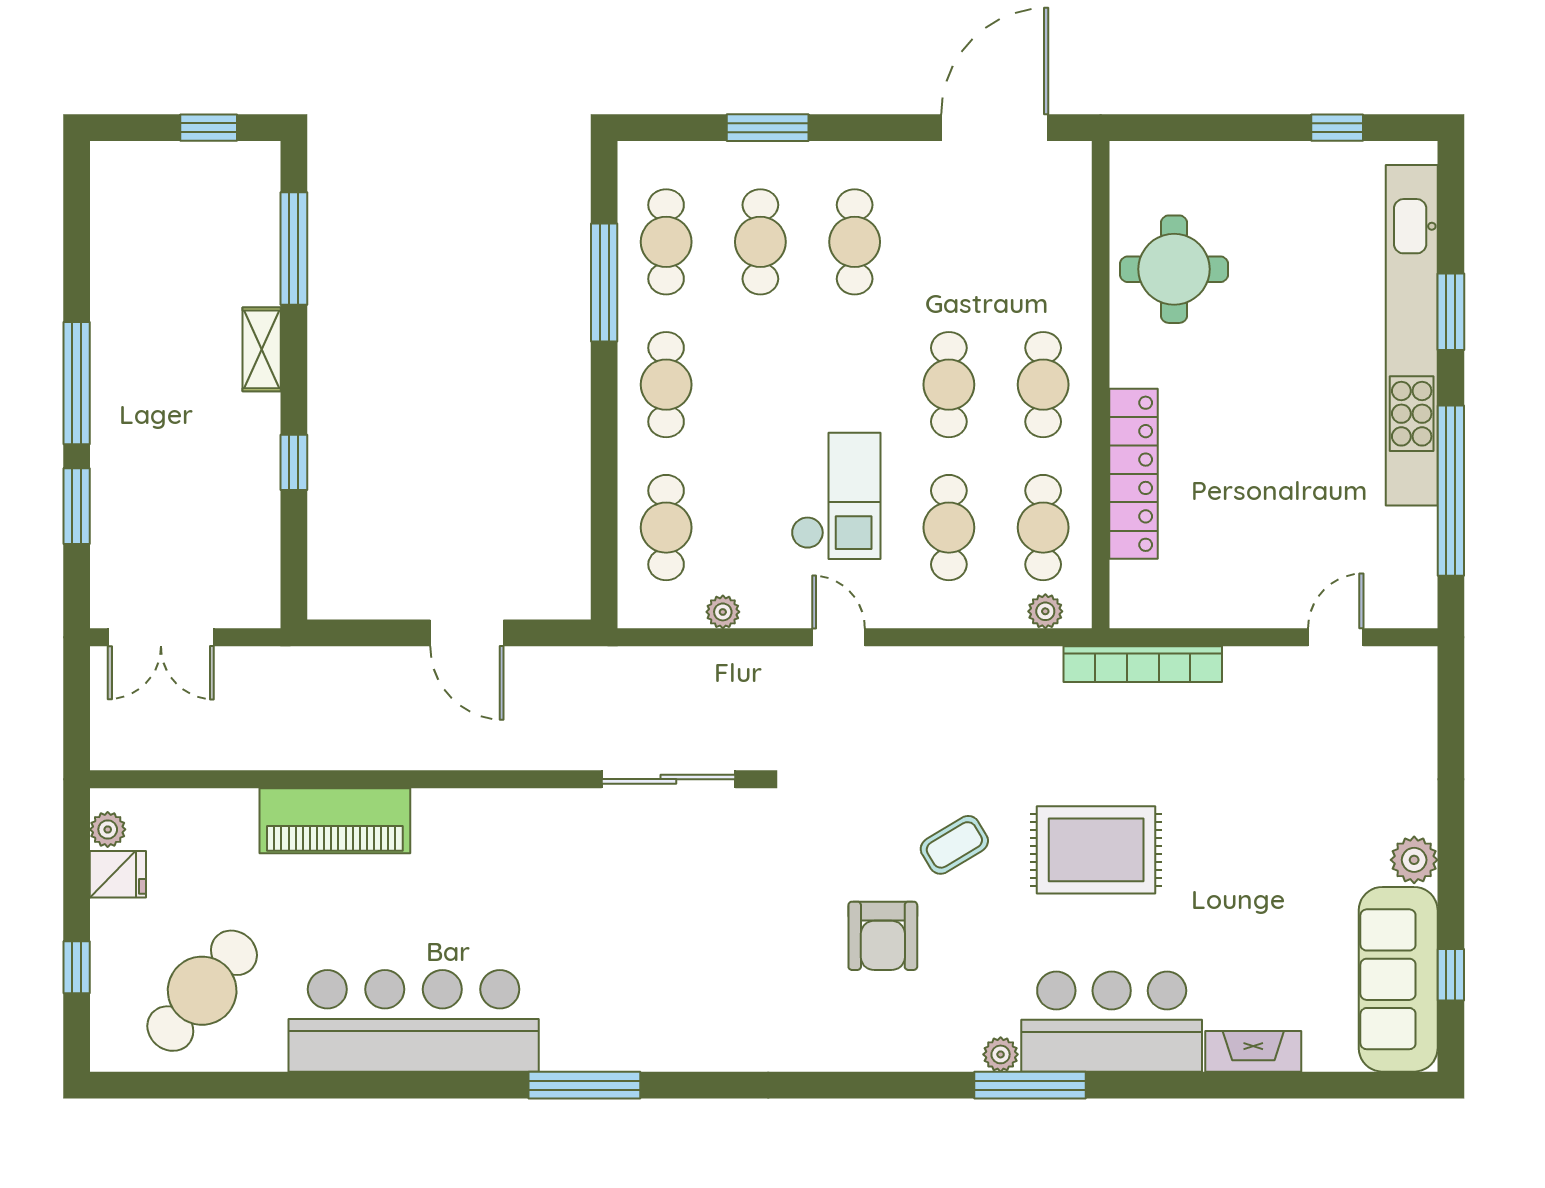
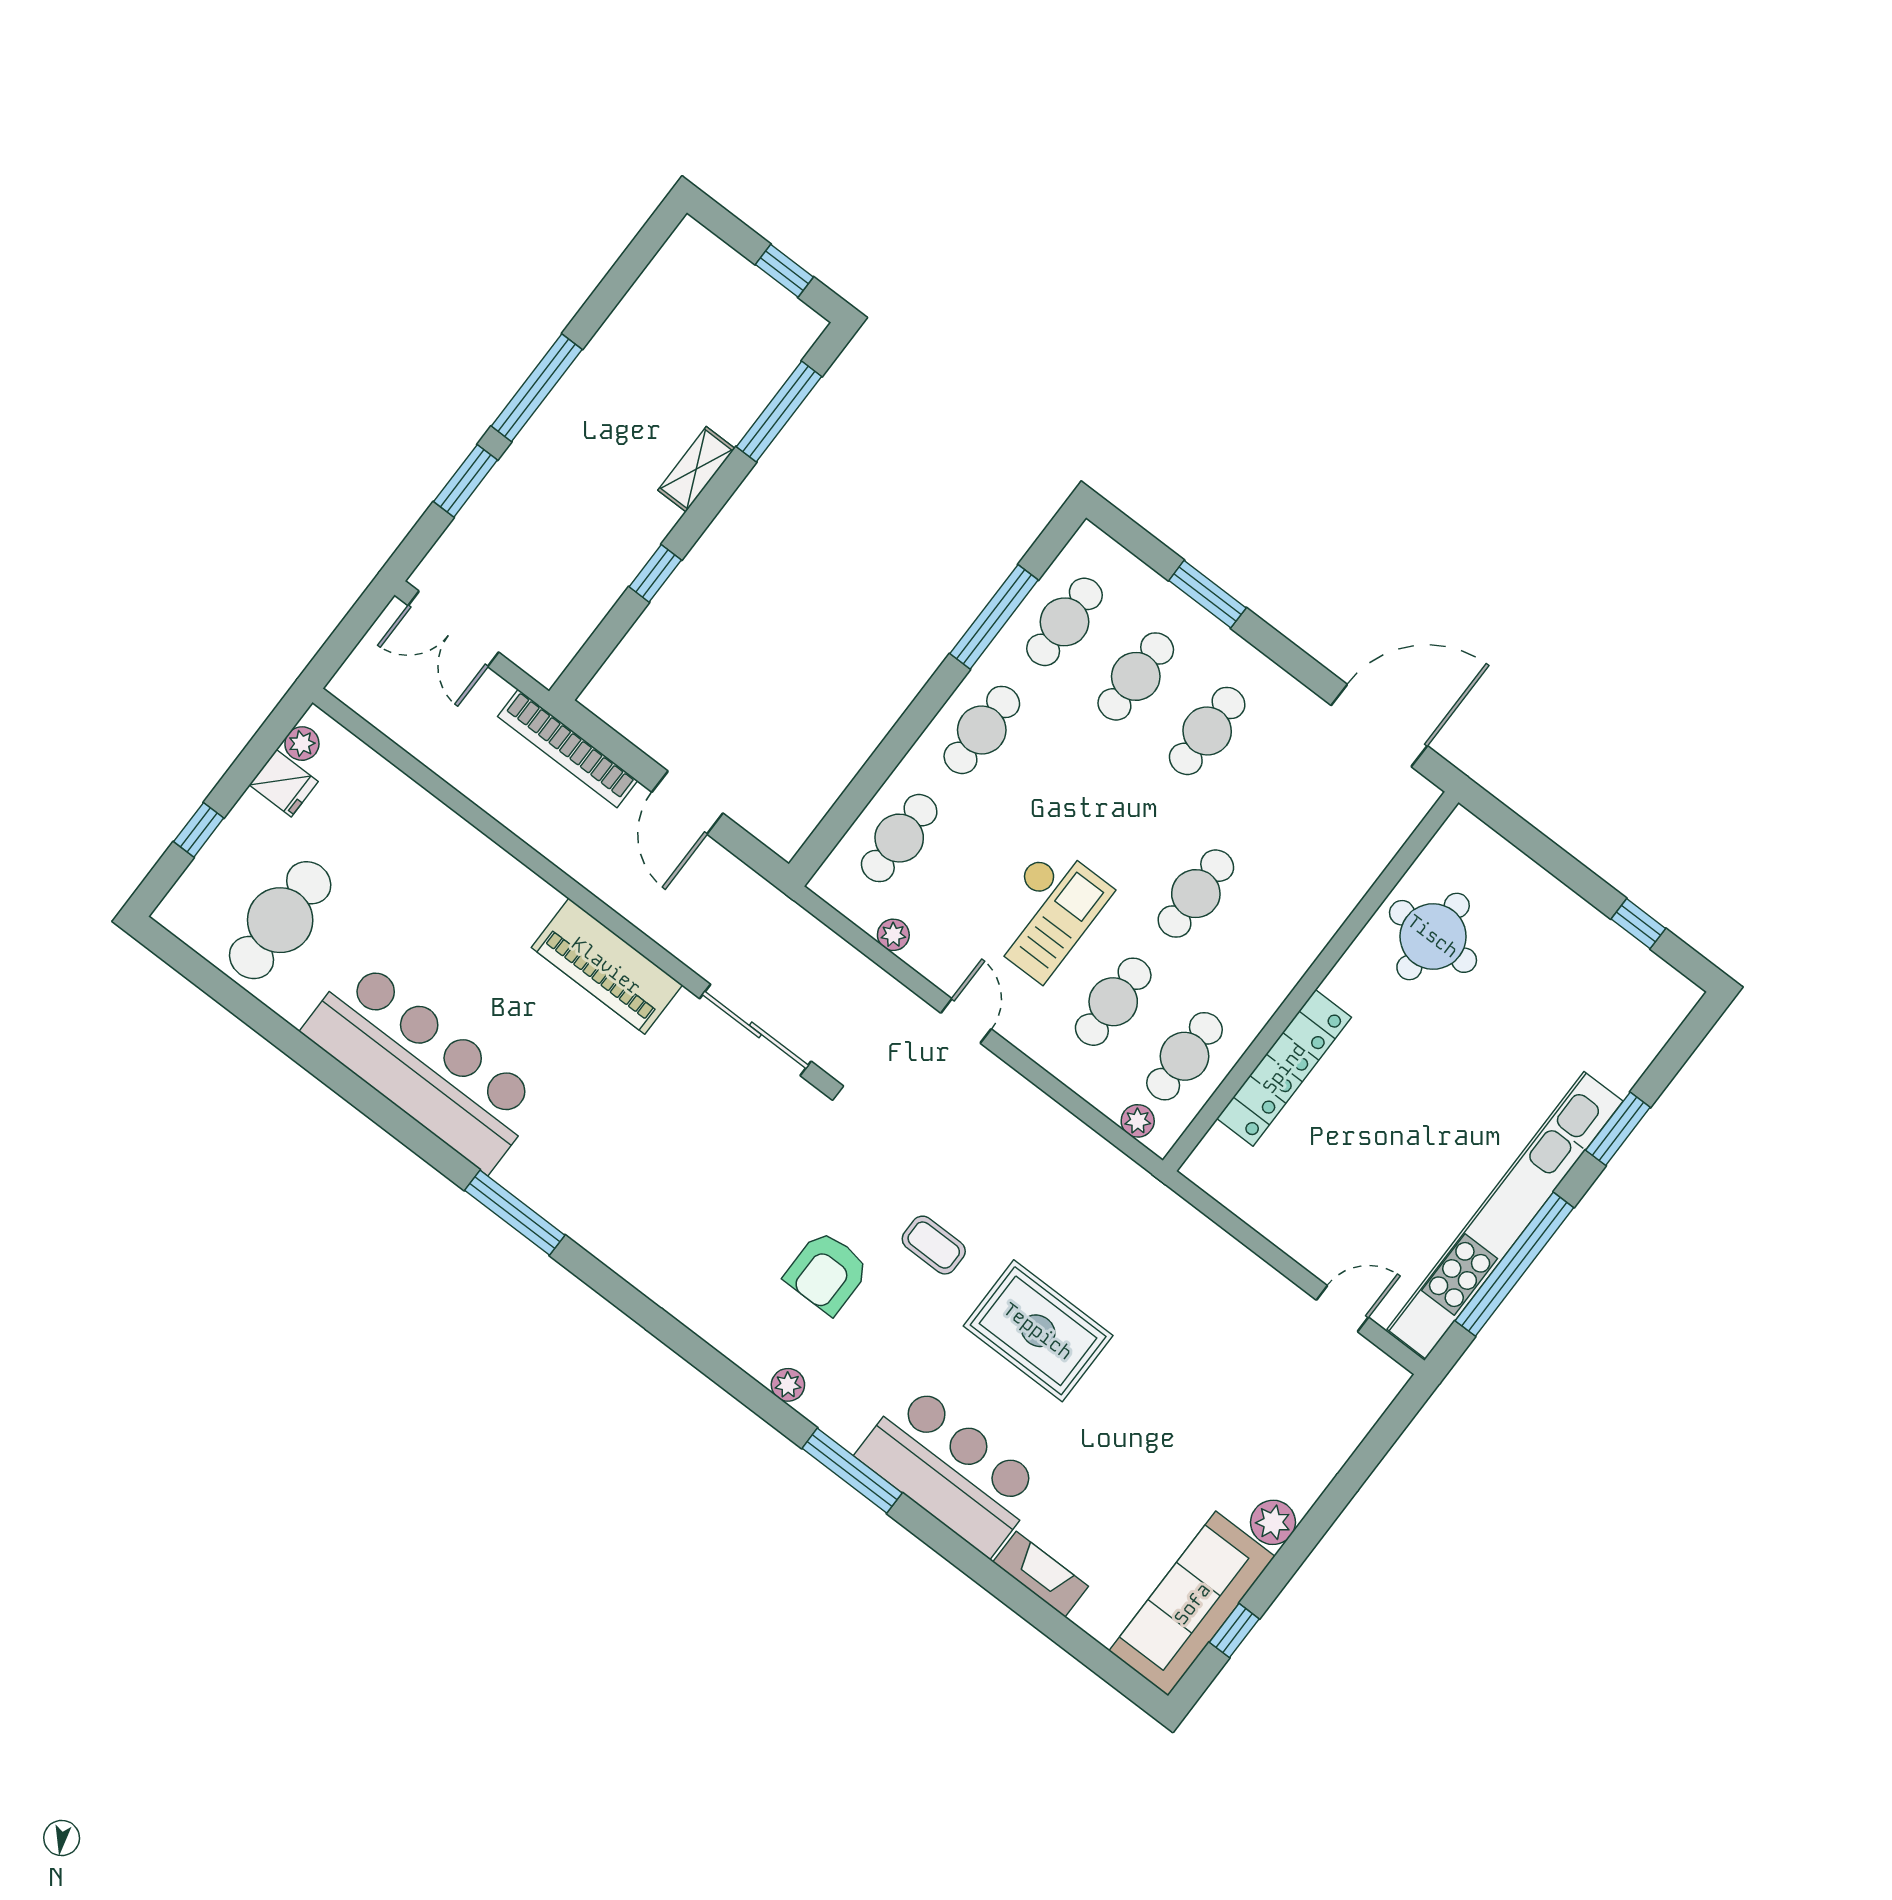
kitchen unit: (1412, 335) -> (1505, 1215), moved
cafe table: (1043, 385) -> (1267, 948), removed
bookcase: (1143, 664) -> (568, 749), moved
piano: (335, 821) -> (607, 966), moved
coffee table: (954, 845) -> (934, 1245), turned 31
cafe table: (202, 991) -> (280, 920), turned -40
plant: (1001, 1054) -> (788, 1385), moved

